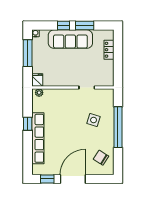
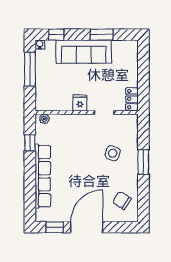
window: (63, 26) -> (56, 35), moved
locker: (109, 50) -> (132, 99), moved
fridge: (37, 80) -> (80, 103), moved
window: (28, 124) -> (30, 143), moved
window: (118, 127) -> (143, 162), width x0.47

